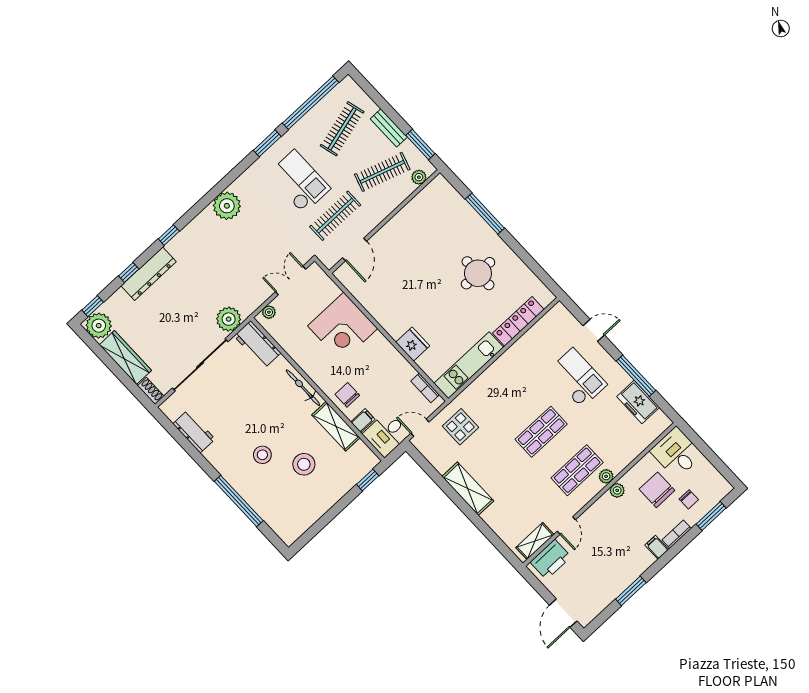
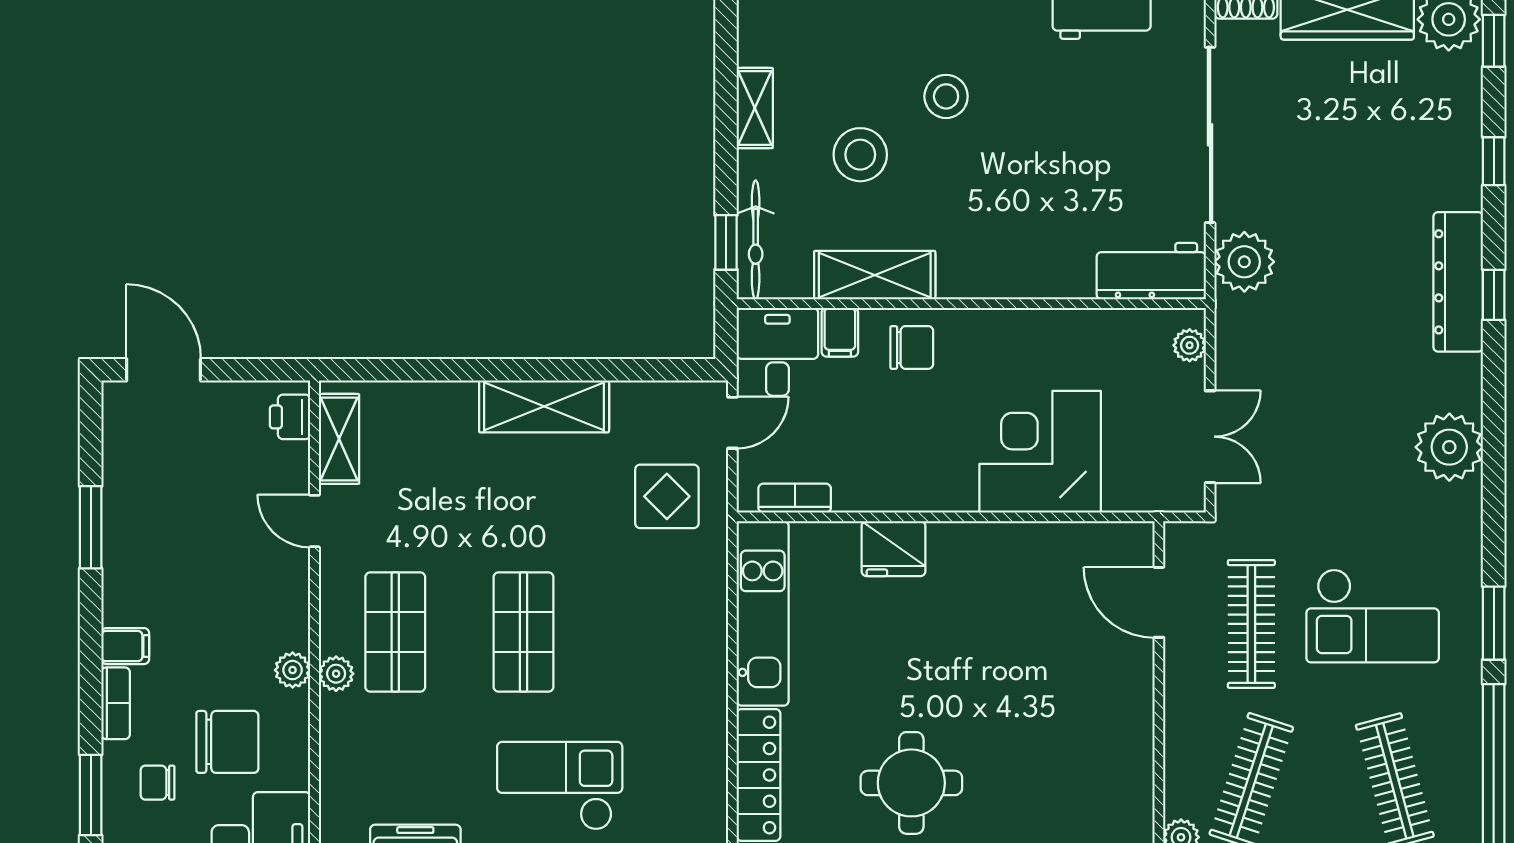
dresser: (149, 274) -> (1458, 282), moved
checkout: (577, 378) -> (560, 786), turned 180
bicycle: (303, 388) -> (756, 240), moved, turned 90
shelving: (319, 509) -> (755, 108), added
printer: (551, 559) -> (290, 417), width x0.53, depth x0.68

